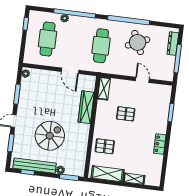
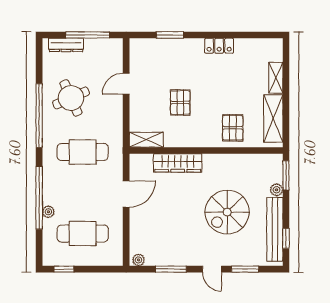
spiral stairs: (50, 136) -> (227, 212), turned -90

